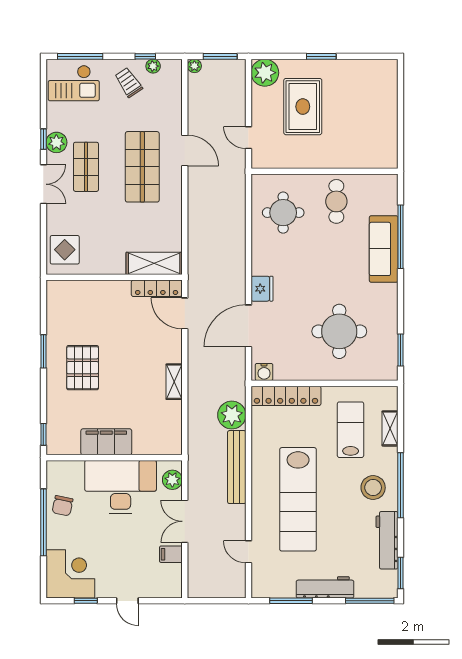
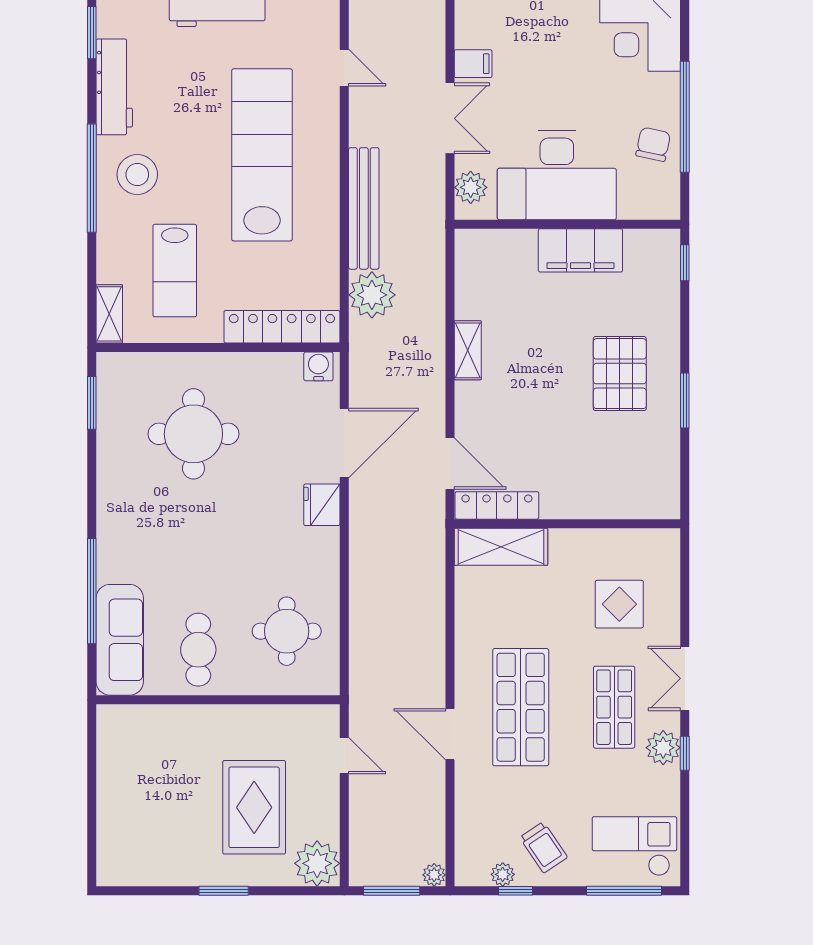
sofa: (384, 249) -> (120, 640), moved
display table: (65, 250) -> (619, 604), moved
shelving: (390, 428) -> (109, 314), moved

